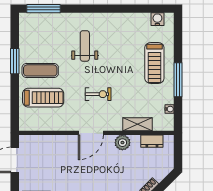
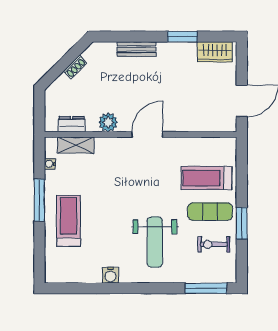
water cooler: (157, 19) -> (110, 275), moved
weight bench: (85, 46) -> (155, 242), width x1.36, depth x1.33
exercise bike: (98, 94) -> (214, 244), moved
shelving: (138, 124) -> (76, 145), moved

